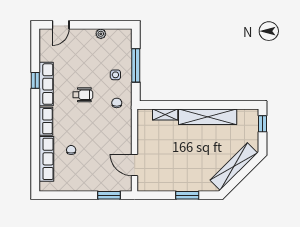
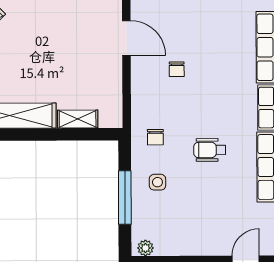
plant: (101, 34) -> (145, 248), moved
chair: (71, 150) -> (177, 69), moved

